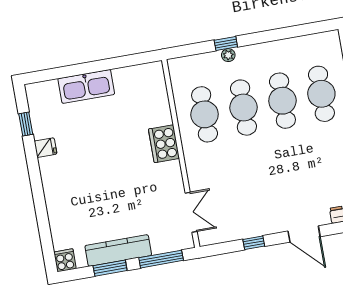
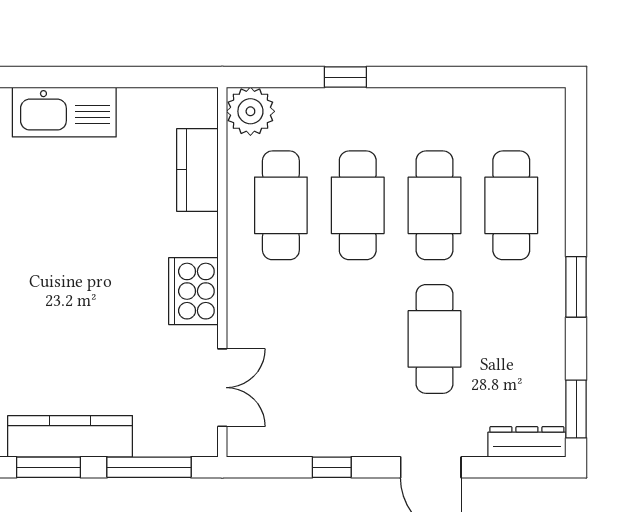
plant: (228, 55) -> (250, 111), moved, width x1.88, depth x1.88
kitchen counter: (159, 104) -> (197, 170), added
cooker: (164, 144) -> (193, 291), moved
cafe table: (294, 168) -> (434, 339), added

